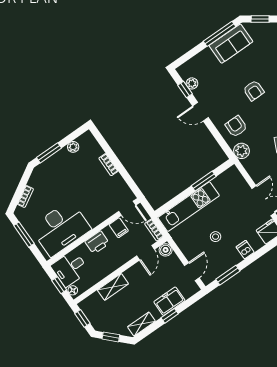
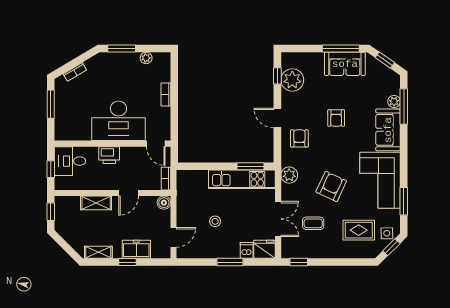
plant: (192, 83) -> (292, 80), width x1.87, depth x1.87
door: (201, 112) -> (277, 118), moved
plant: (241, 151) -> (289, 175), moved
window: (204, 181) -> (250, 166), moved
kitchen unit: (189, 207) -> (242, 179), moved
desk: (61, 228) -> (118, 121), moved
filing cabinet: (119, 228) -> (137, 155), removed
dishwasher: (245, 250) -> (247, 250), moved
door: (146, 253) -> (129, 193), moved
window: (228, 275) -> (230, 262), moved
floor lamp: (73, 290) -> (59, 182), removed
window: (111, 337) -> (64, 245), removed

